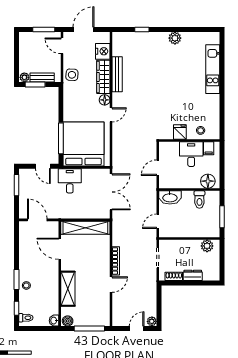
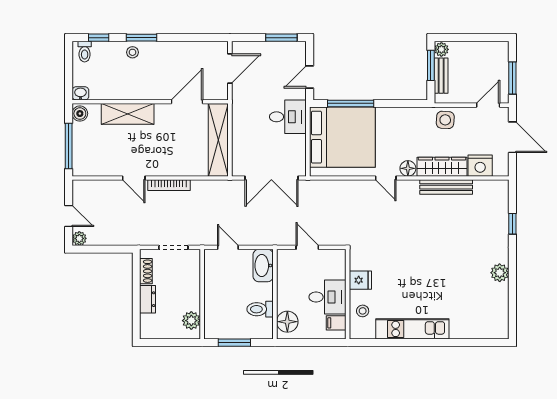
kitchen unit: (213, 69) -> (412, 329), moved

